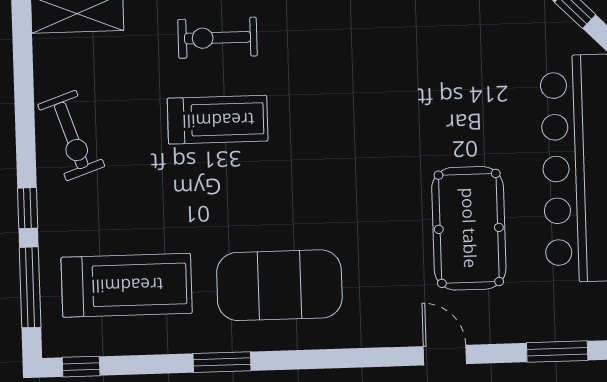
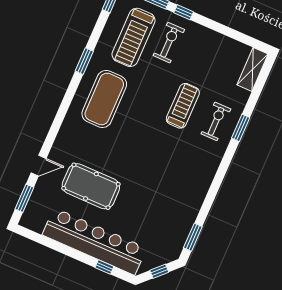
treadmill: (218, 120) -> (183, 106), turned 180
exercise bike: (71, 135) -> (169, 43), moved, turned 109
door: (445, 355) -> (39, 166), moved

